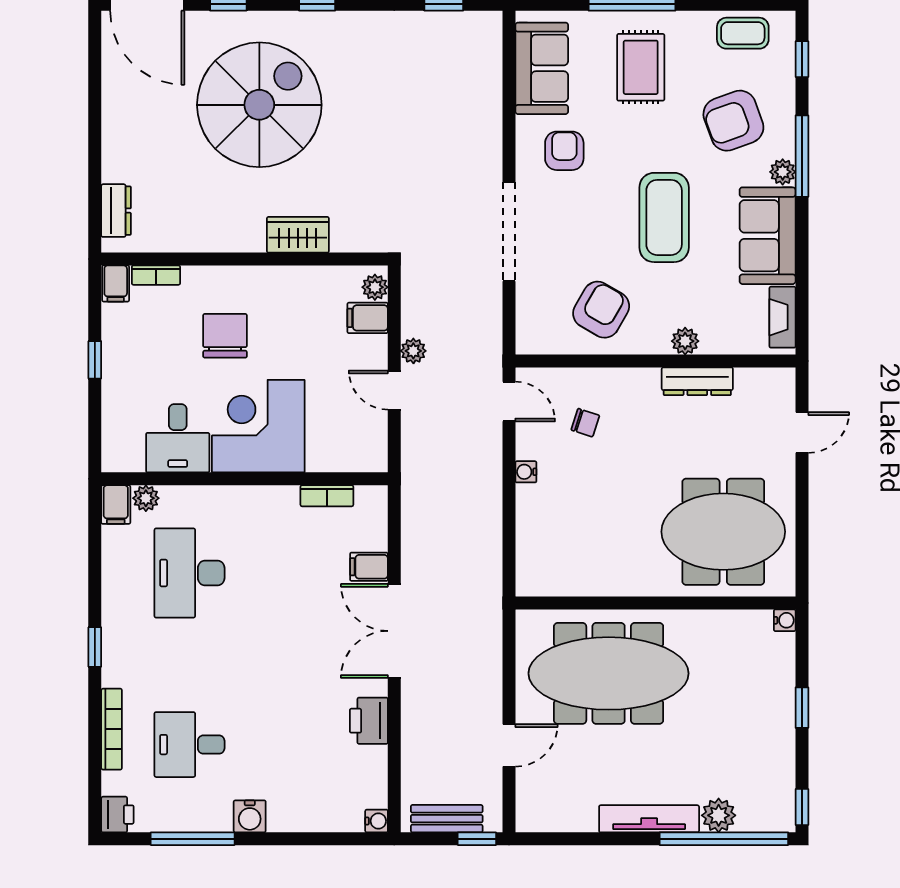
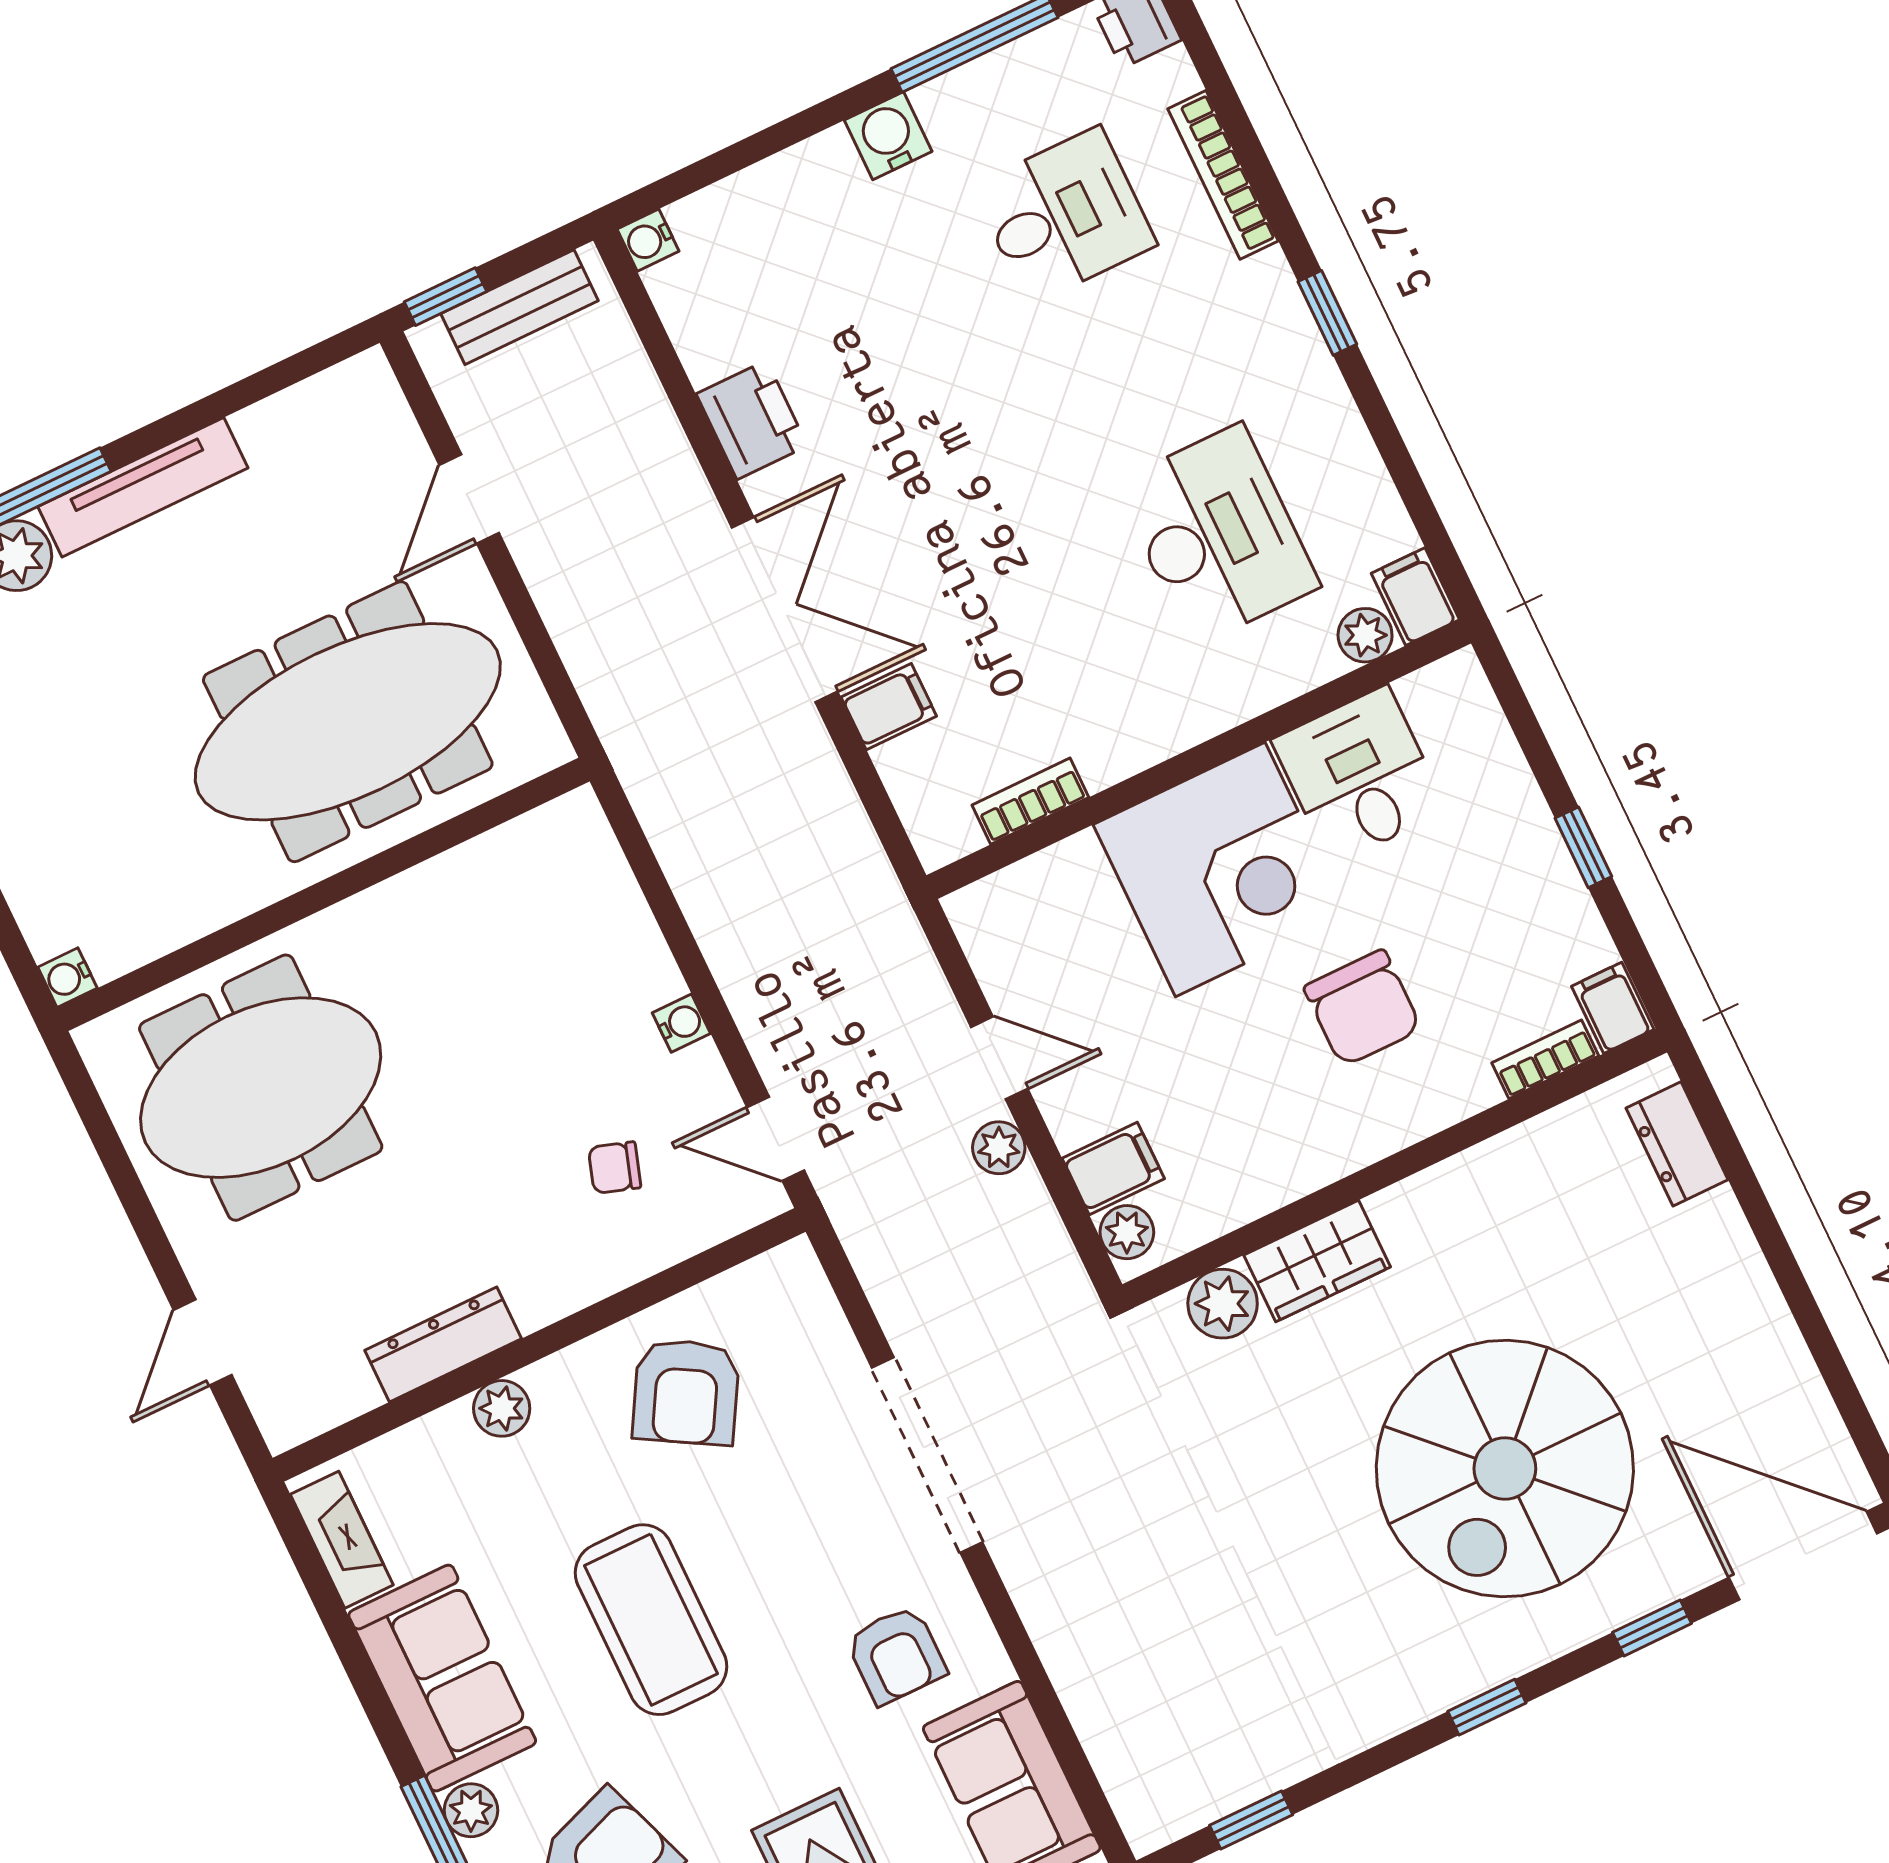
plant: (348, 236) -> (1223, 1304), added

